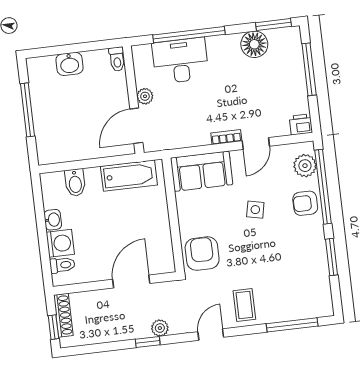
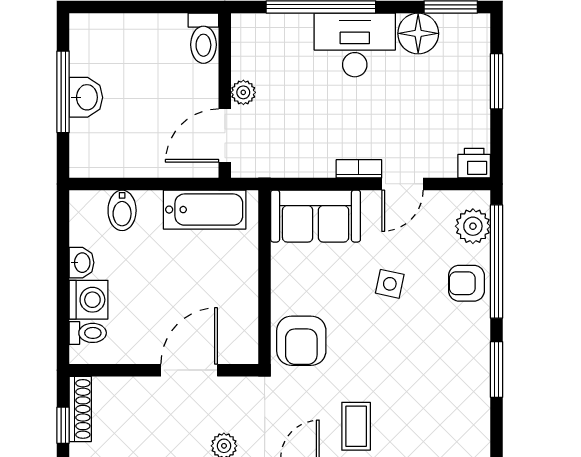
toilet: (117, 59) -> (203, 38), width x1.37, depth x1.39
desk: (180, 61) -> (355, 45), moved
washbasin: (69, 64) -> (86, 97), moved, turned -90
window: (309, 69) -> (497, 81), width x0.69
armchair: (202, 254) -> (301, 341), turned 180

